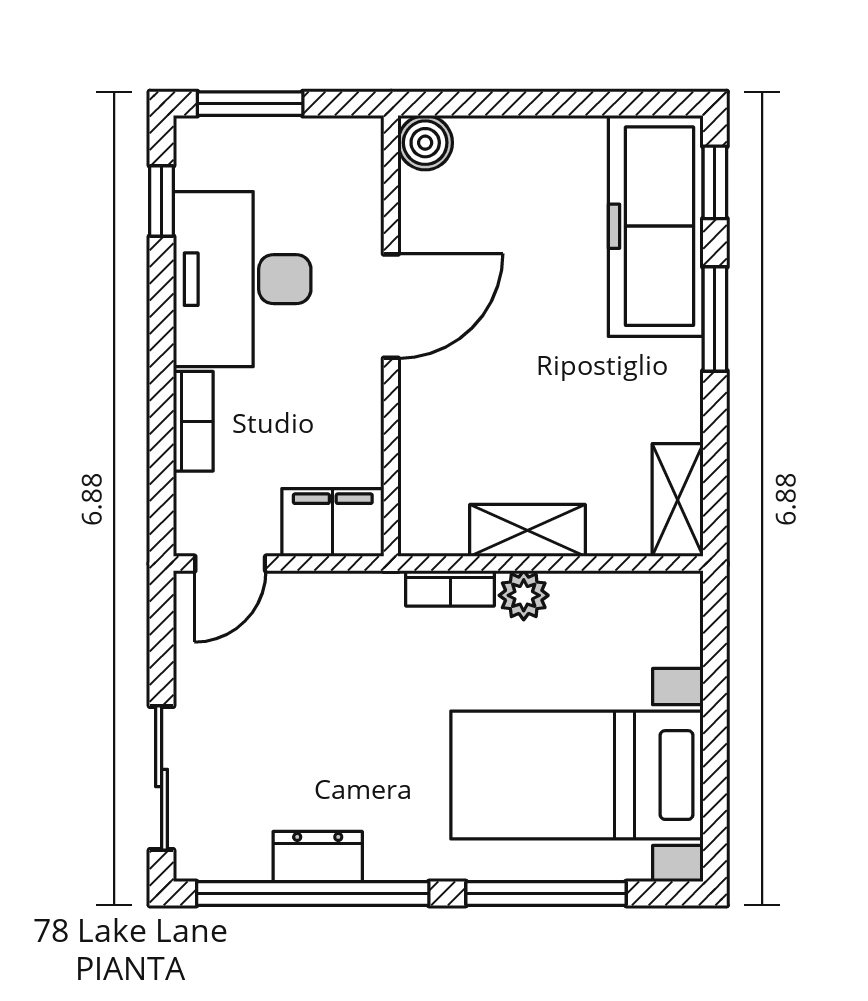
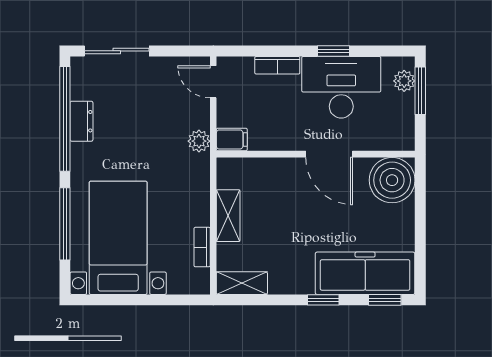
plant: (228, 139) -> (404, 81), added
boiler: (425, 143) -> (392, 180), width x1.86, depth x1.86
window: (162, 201) -> (334, 51), moved
window: (715, 319) -> (323, 300), width x0.67
filing cabinet: (333, 522) -> (232, 139), width x0.50
bookcase: (450, 588) -> (202, 247), moved
plant: (524, 595) -> (199, 141), moved

